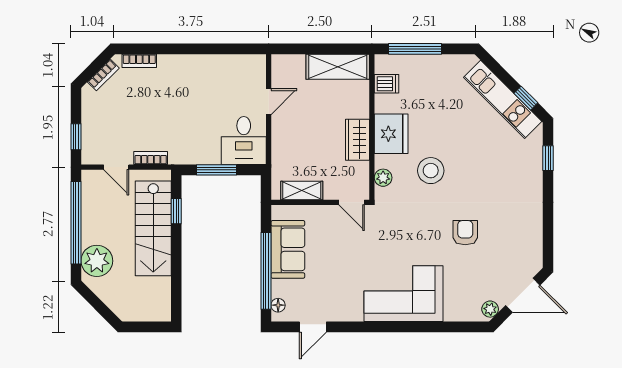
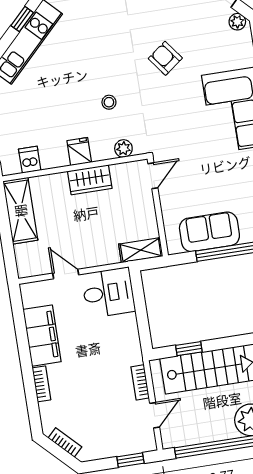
bookcase: (139, 61) -> (41, 384), moved
filing cabinet: (212, 69) -> (42, 336), added
fridge: (391, 134) -> (79, 152), width x0.53, depth x0.75
window: (216, 170) -> (142, 315), removed
stool: (431, 171) -> (109, 102), width x0.53, depth x0.53
shelving: (302, 190) -> (141, 250), moved, turned 90
armchair: (465, 233) -> (165, 58), turned 53

